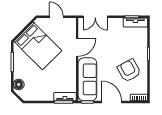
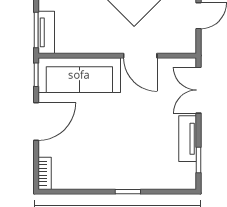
tv unit: (135, 22) -> (188, 139), moved
armchair: (129, 70) -> (96, 155), removed

